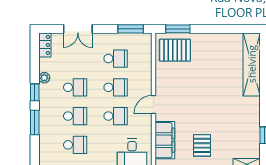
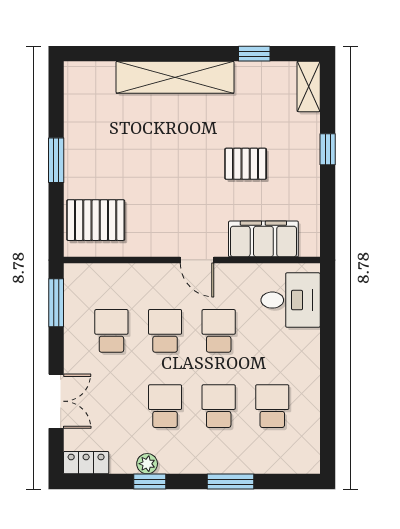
window: (178, 29) -> (56, 160), moved
pallet: (175, 50) -> (96, 220), turned 90
shelving: (252, 64) -> (175, 77), moved
window: (35, 92) -> (150, 482), moved
pallet: (202, 145) -> (246, 164), moved

